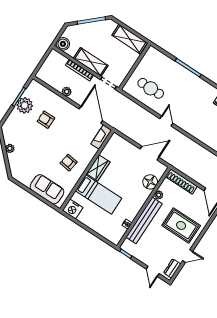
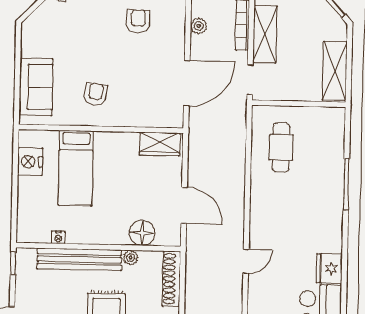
door: (166, 121) -> (246, 261), moved
fireplace: (101, 137) -> (163, 119), removed
wardrobe: (98, 168) -> (160, 144), moved
nightstand: (73, 209) -> (30, 162), moved

